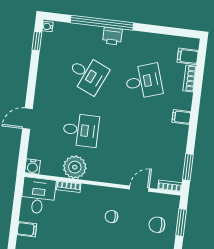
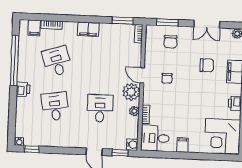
window: (102, 23) -> (15, 60), moved
desk: (88, 74) -> (55, 107), turned -33
filing cabinet: (181, 117) -> (88, 29), width x2.00
window: (23, 151) -> (120, 153), added
plant: (75, 167) -> (134, 111), width x0.53, depth x0.53
plant: (98, 171) -> (131, 92), added
door: (139, 189) -> (142, 75), moved

